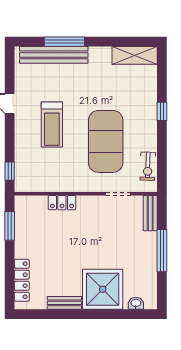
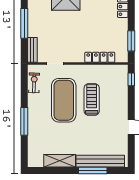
shelving: (135, 55) -> (60, 161), moved
window: (162, 111) -> (24, 121), width x2.17
treadmill: (52, 125) -> (92, 100), moved
locker: (62, 203) -> (100, 57), width x1.53

